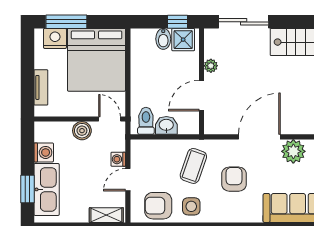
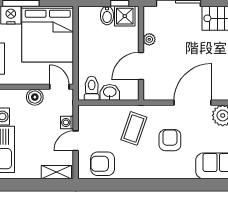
side table: (191, 206) -> (132, 164), removed

